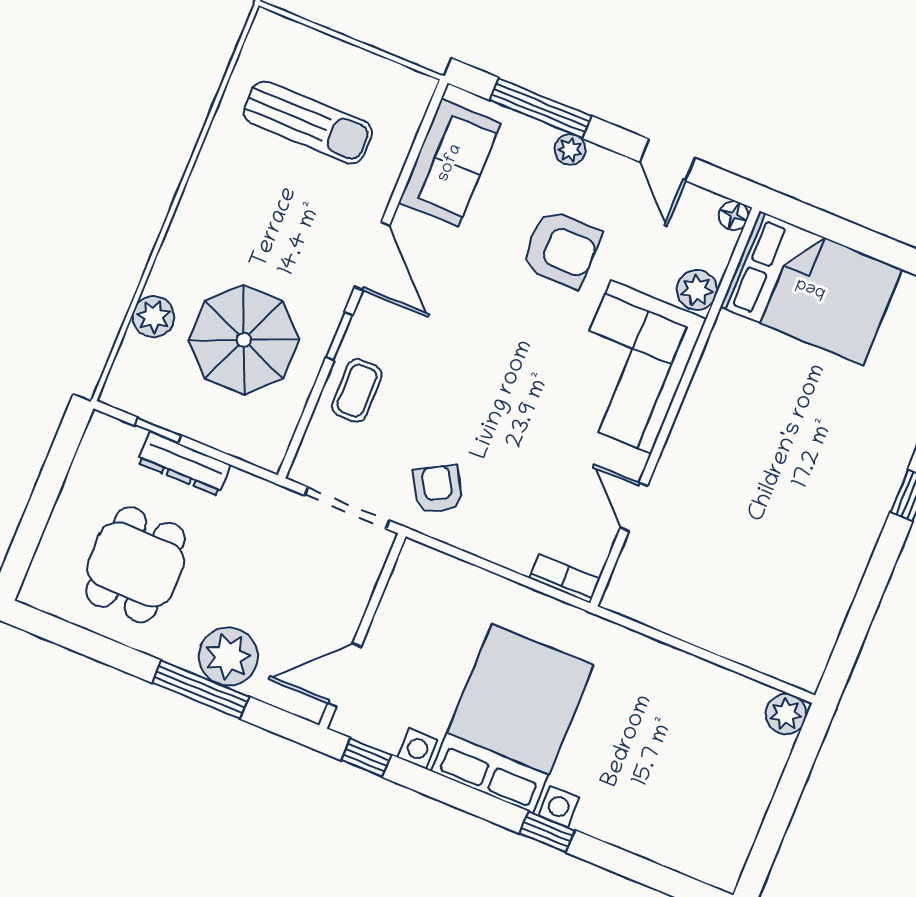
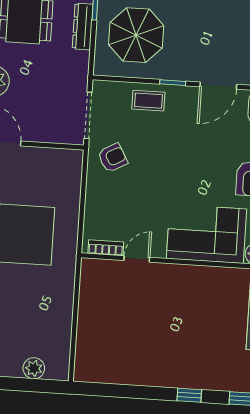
parasol: (244, 340) -> (136, 35), moved
bookcase: (565, 579) -> (106, 248), moved, turned -90
plant: (786, 714) -> (34, 368), moved

